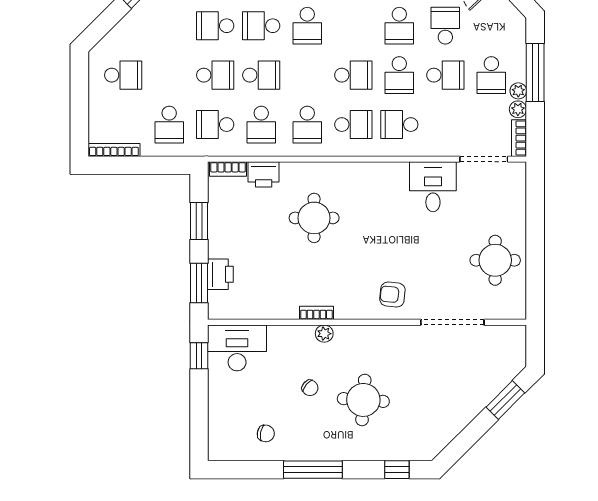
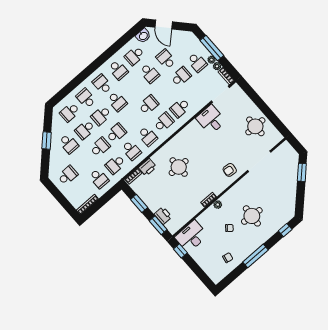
school desk: (399, 75) -> (69, 144), moved

